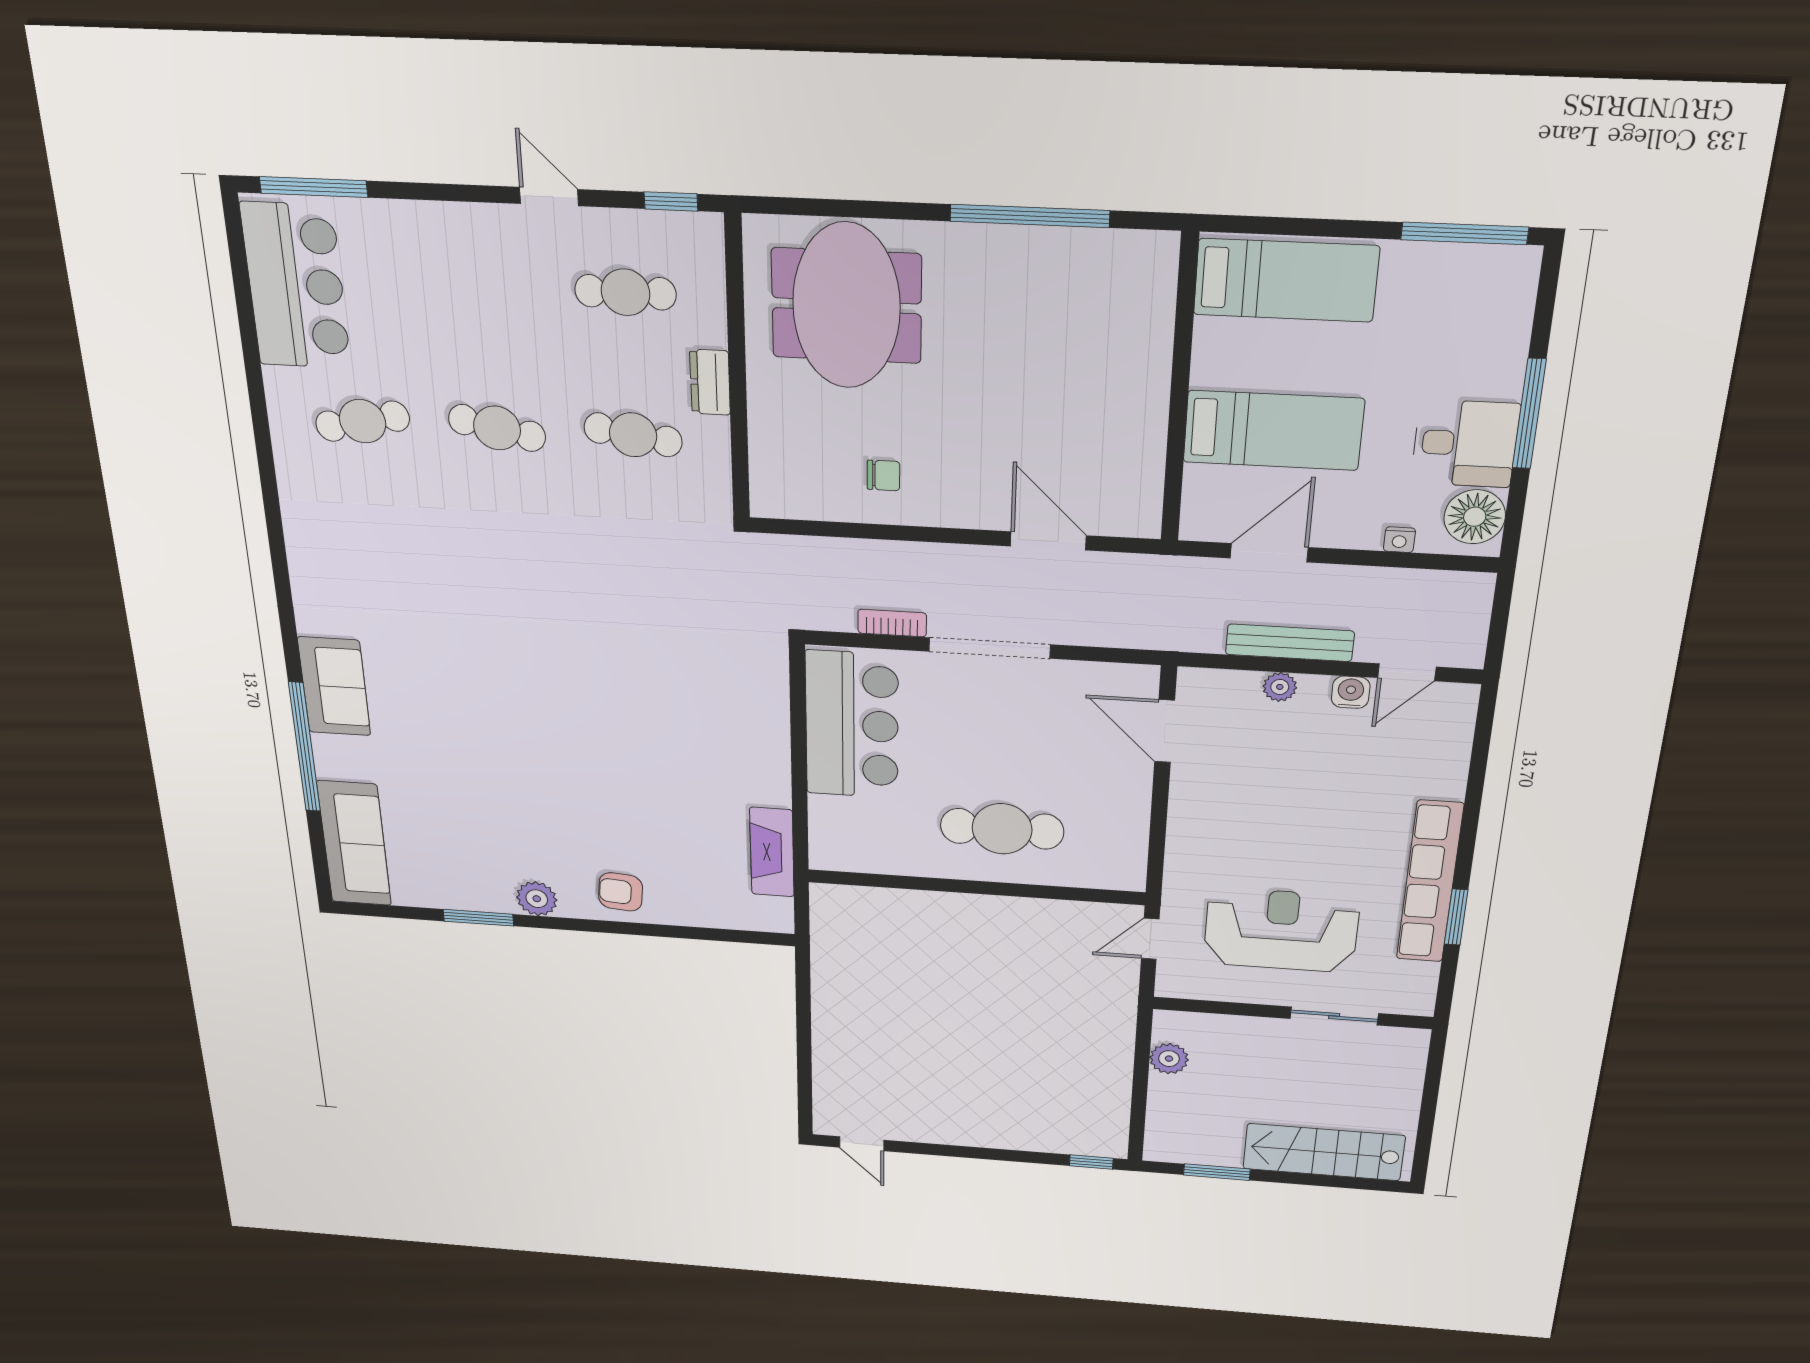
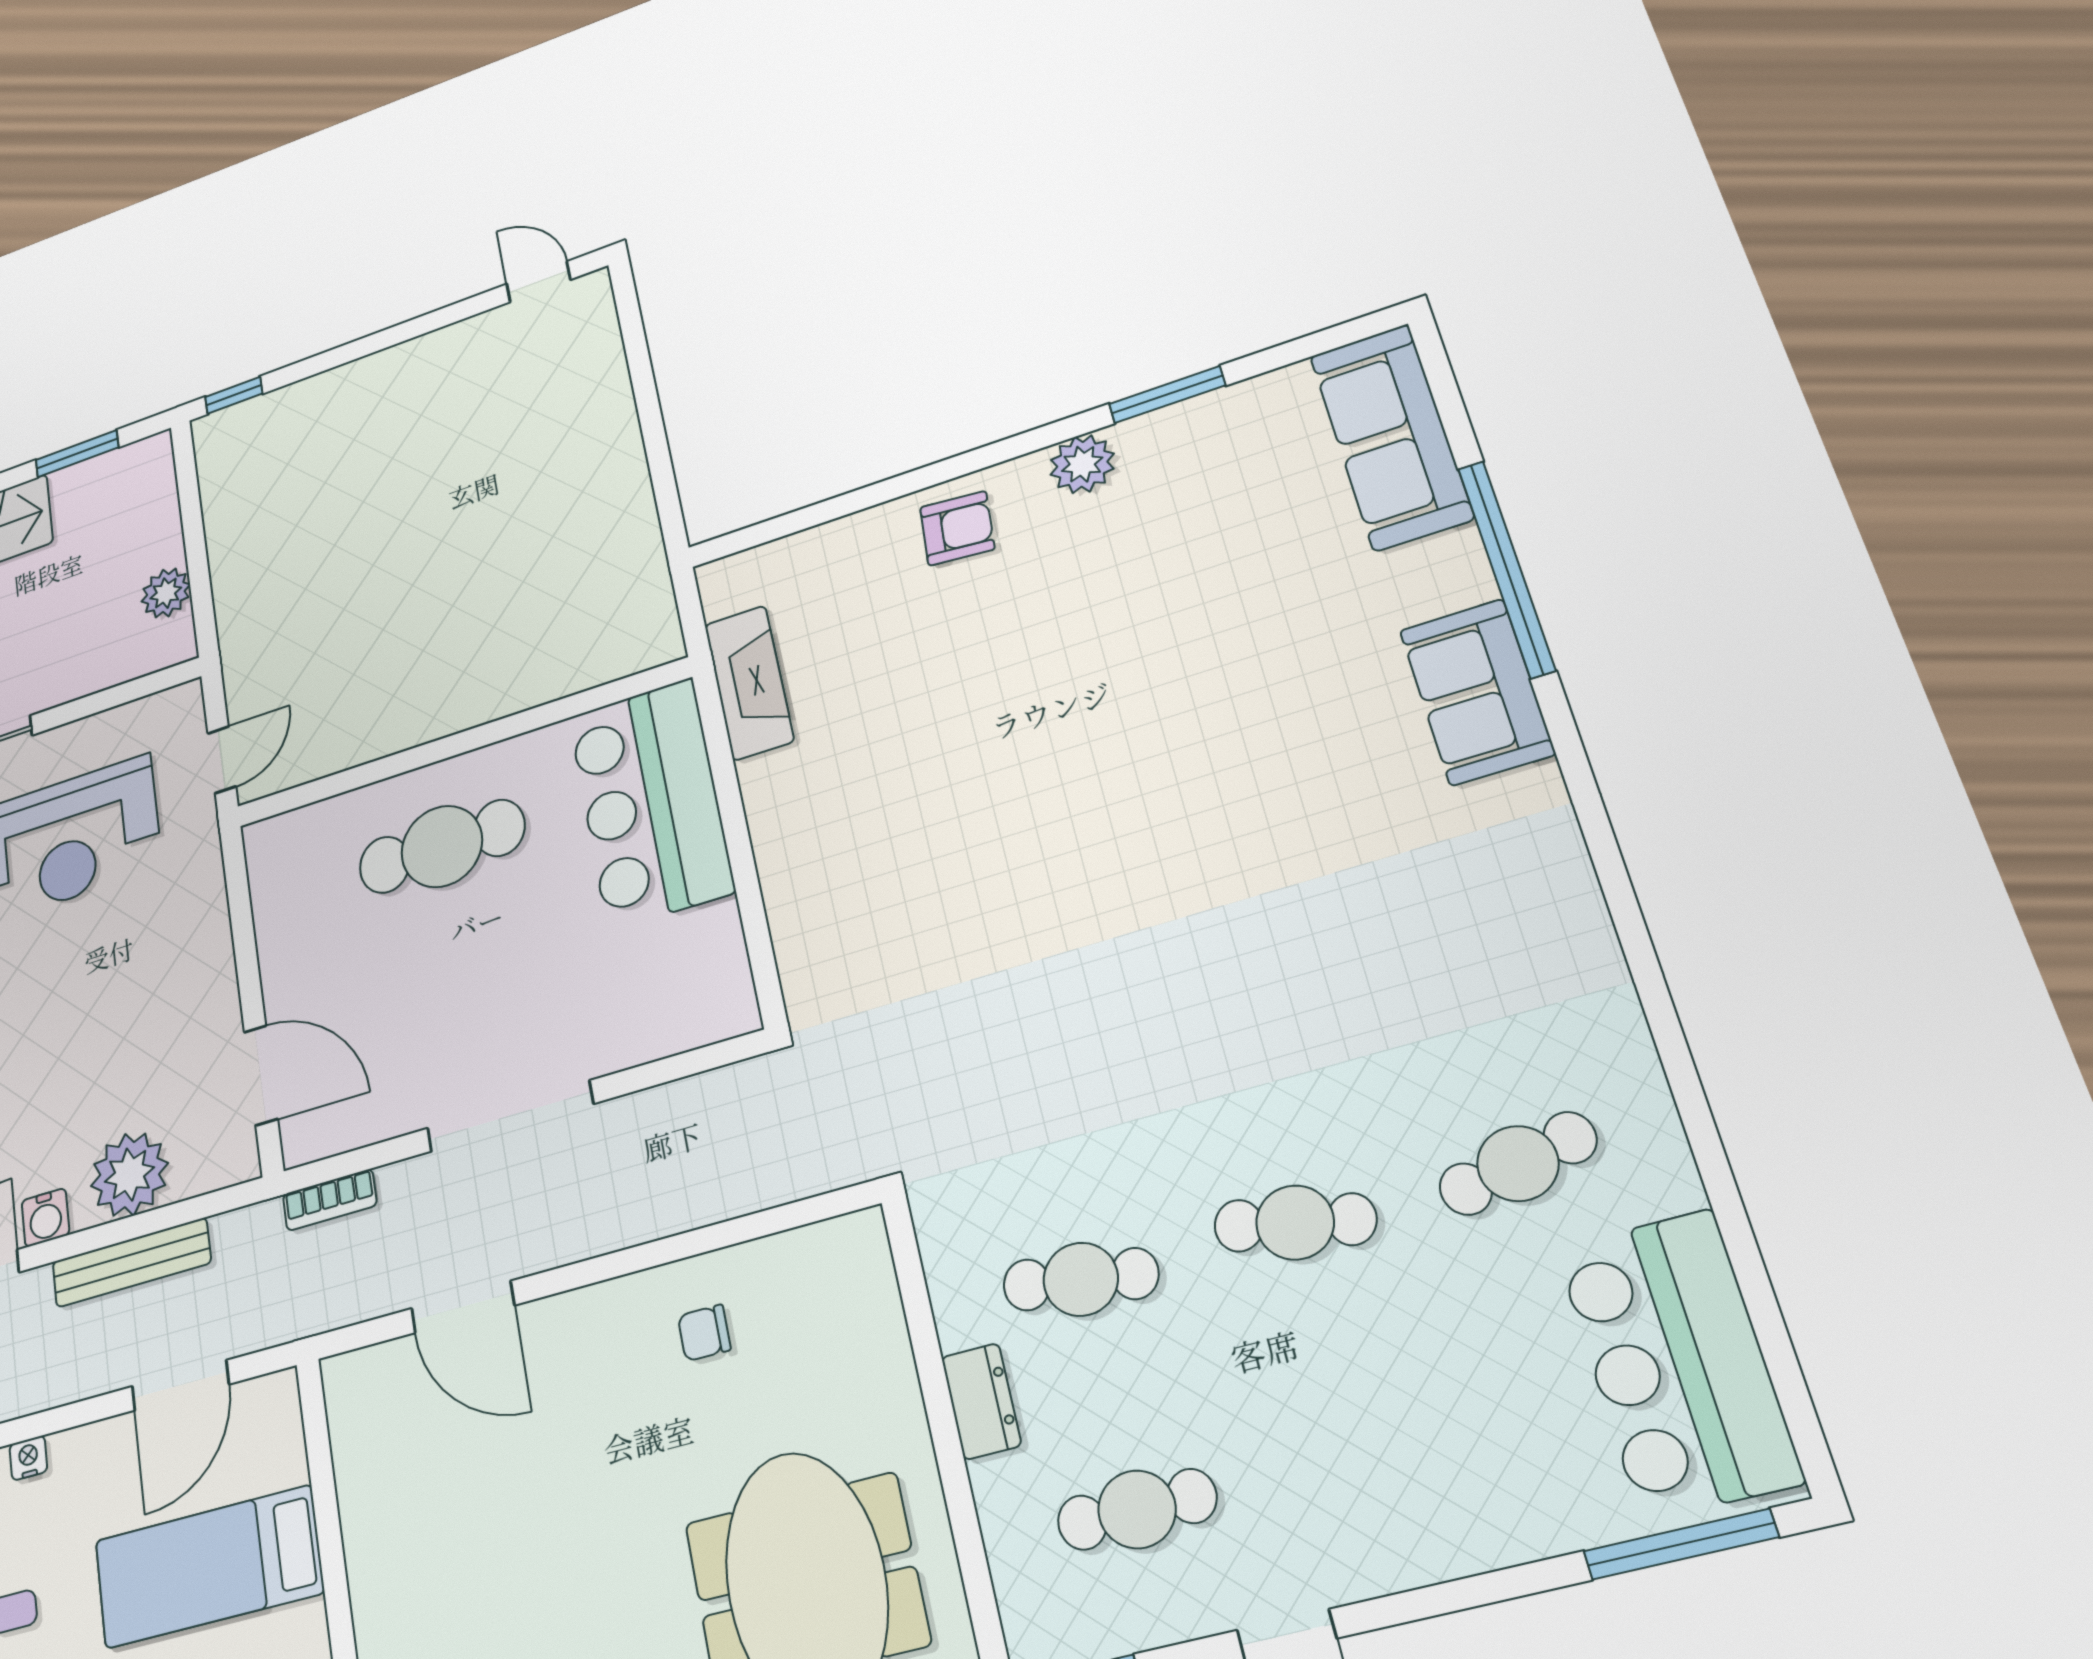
bookcase: (892, 623) -> (330, 1200), moved
plant: (1280, 687) -> (129, 1175), width x1.88, depth x1.88
bar counter: (852, 725) -> (651, 803), moved

